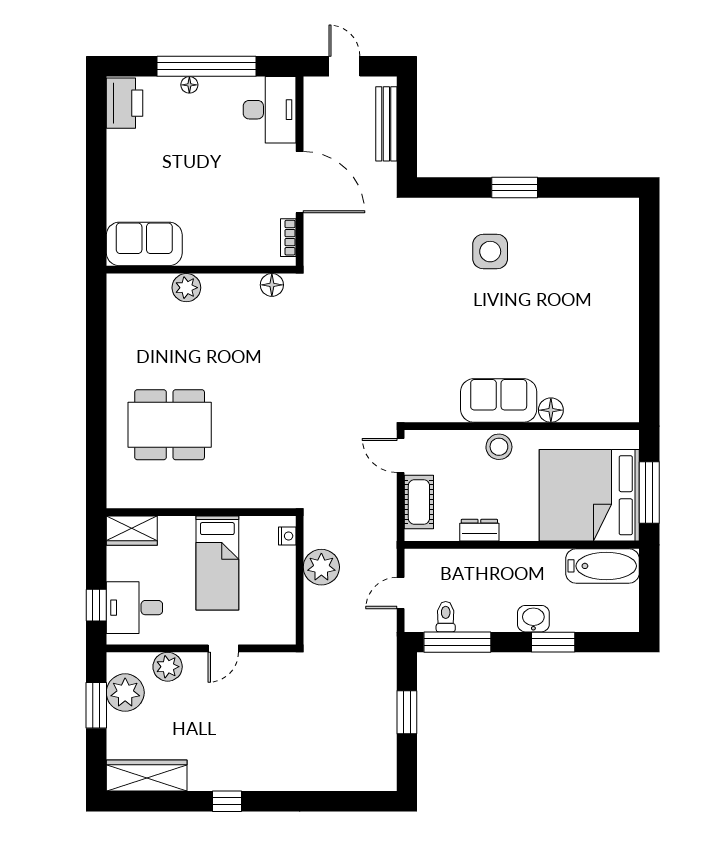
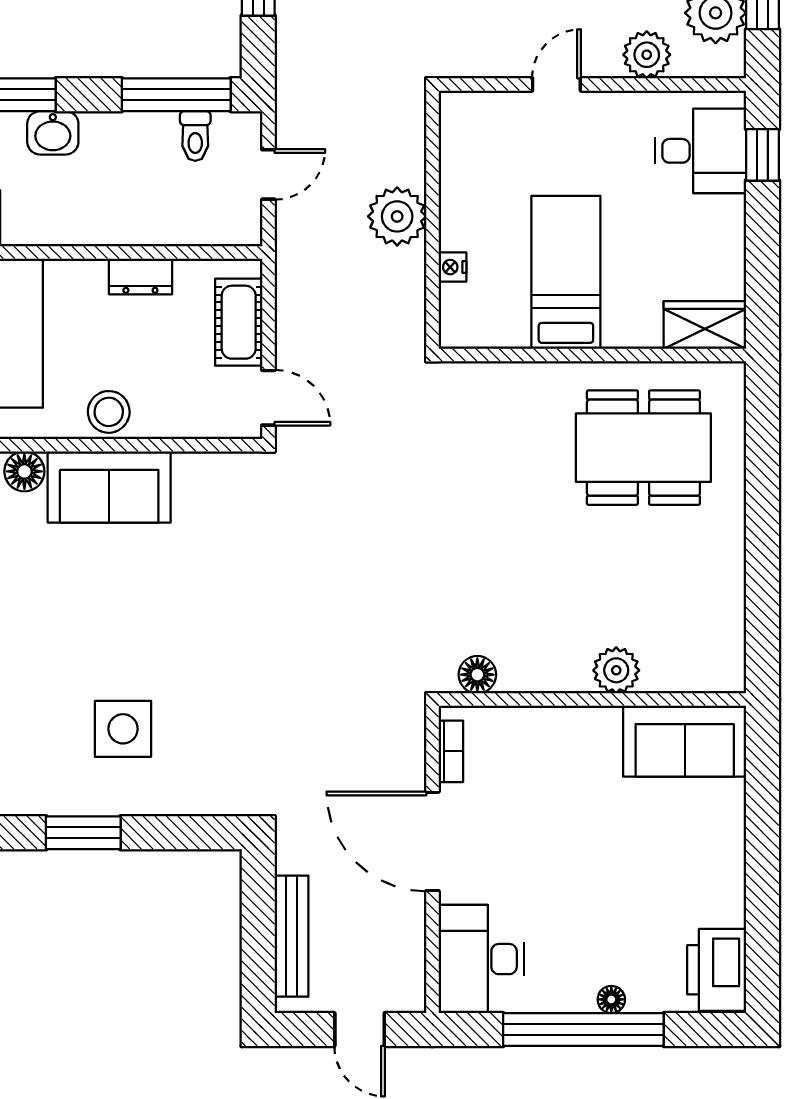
wall: (201, 512) -> (592, 355), moved
wardrobe: (132, 531) -> (705, 325), moved
bed: (217, 563) -> (566, 272), moved

